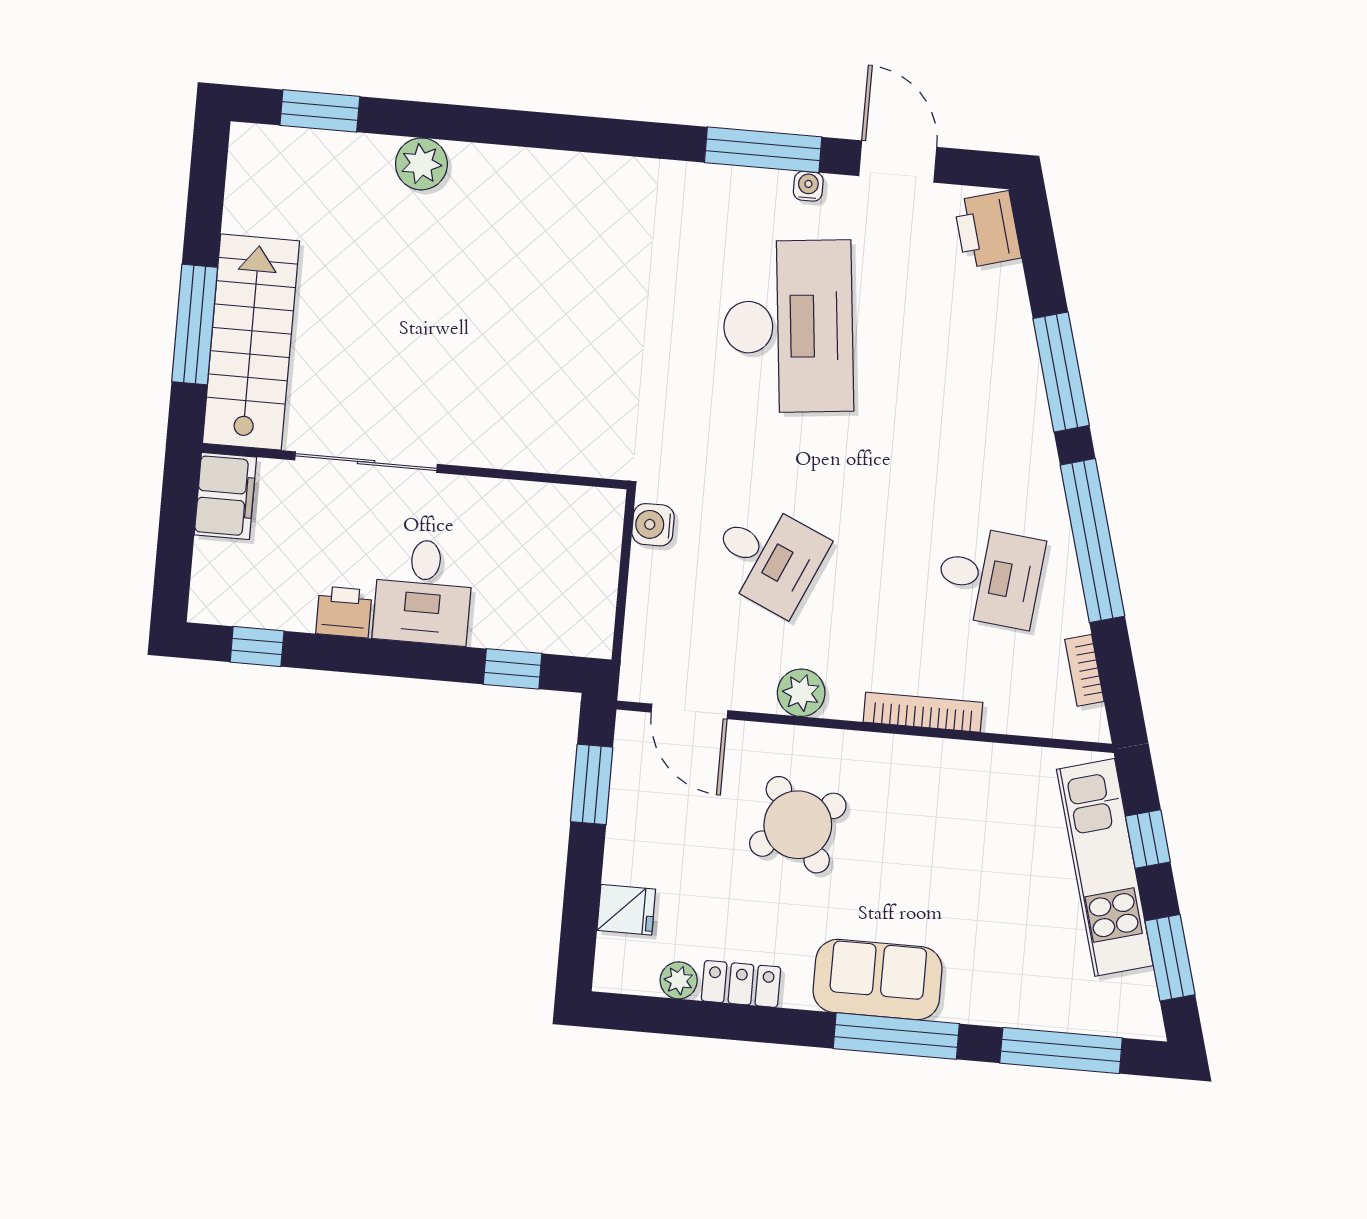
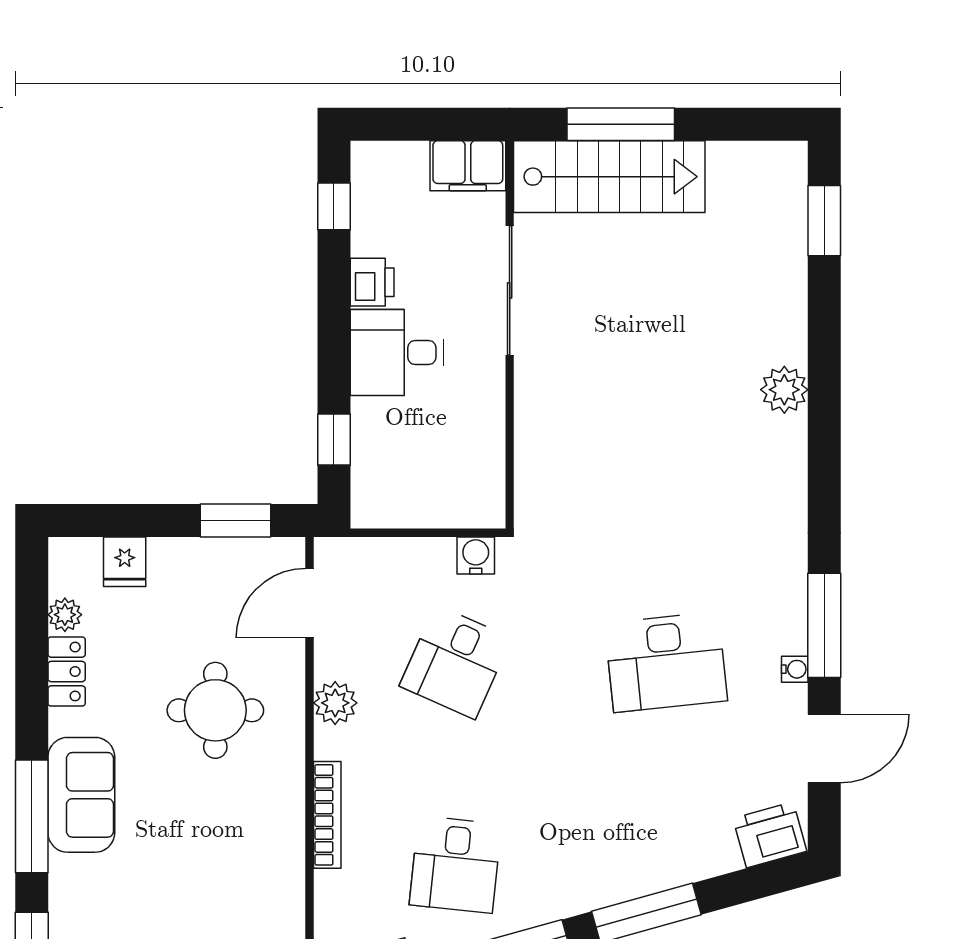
plant: (421, 164) -> (784, 390), moved
desk: (788, 326) -> (666, 662), width x0.73, depth x0.77
round table: (798, 825) -> (215, 710), turned 33

